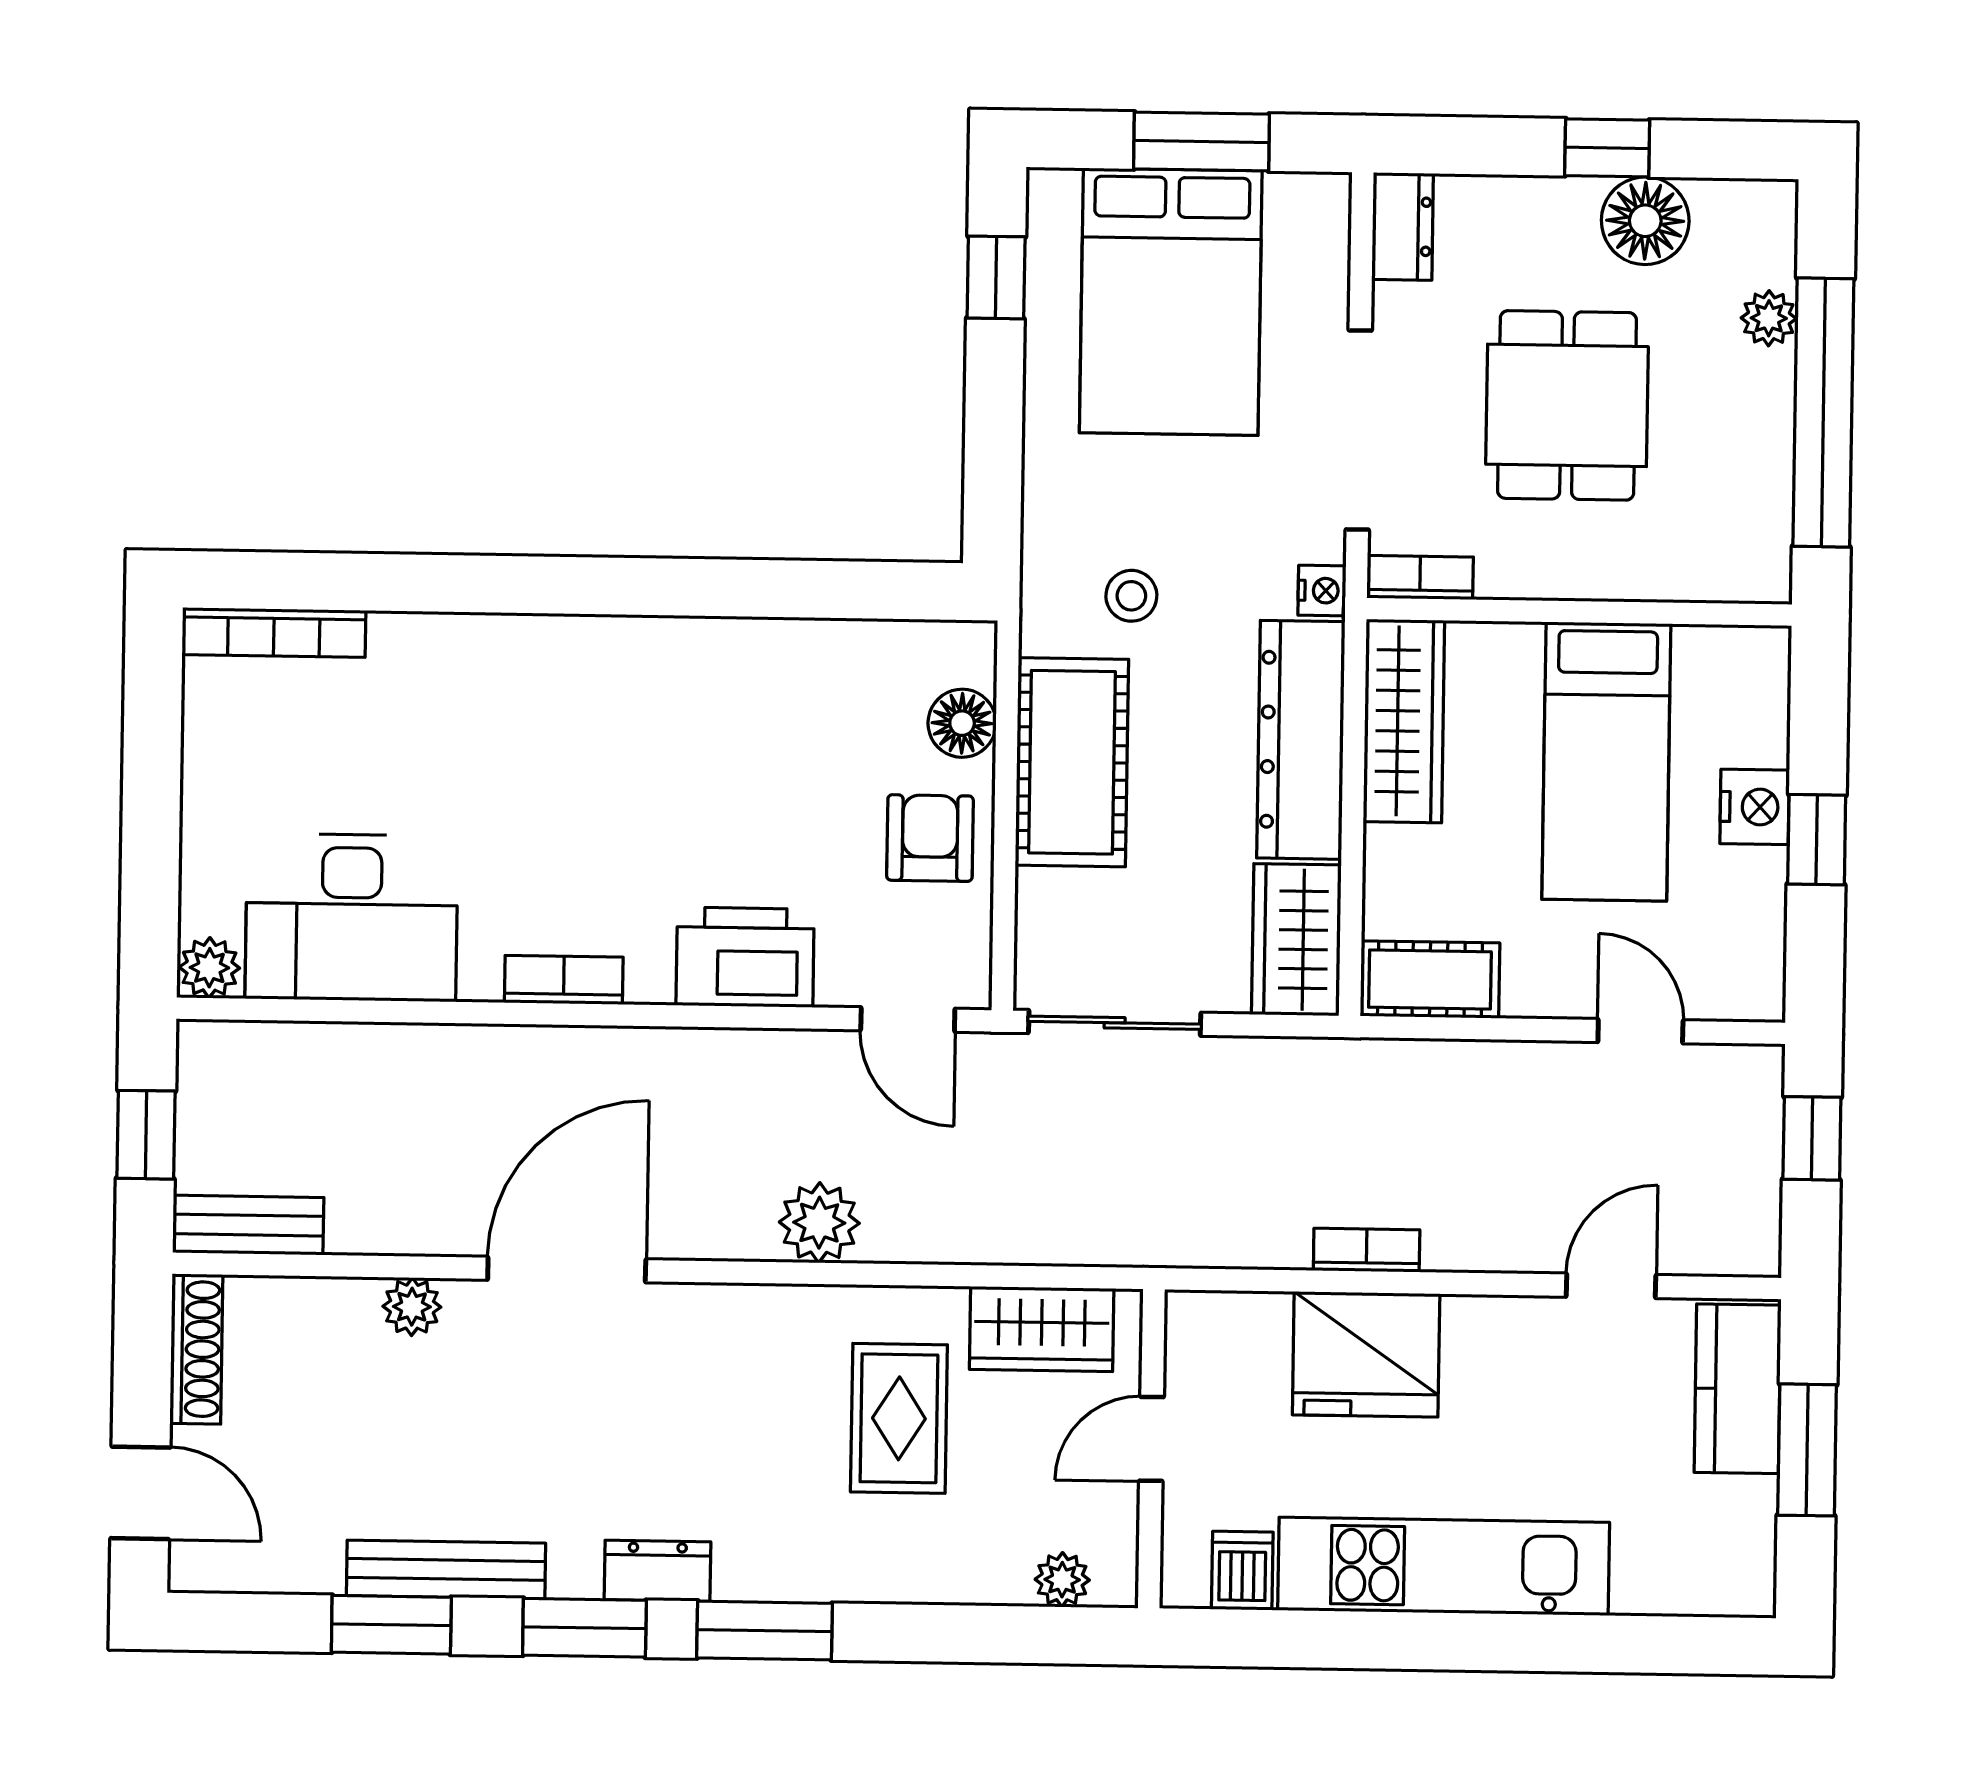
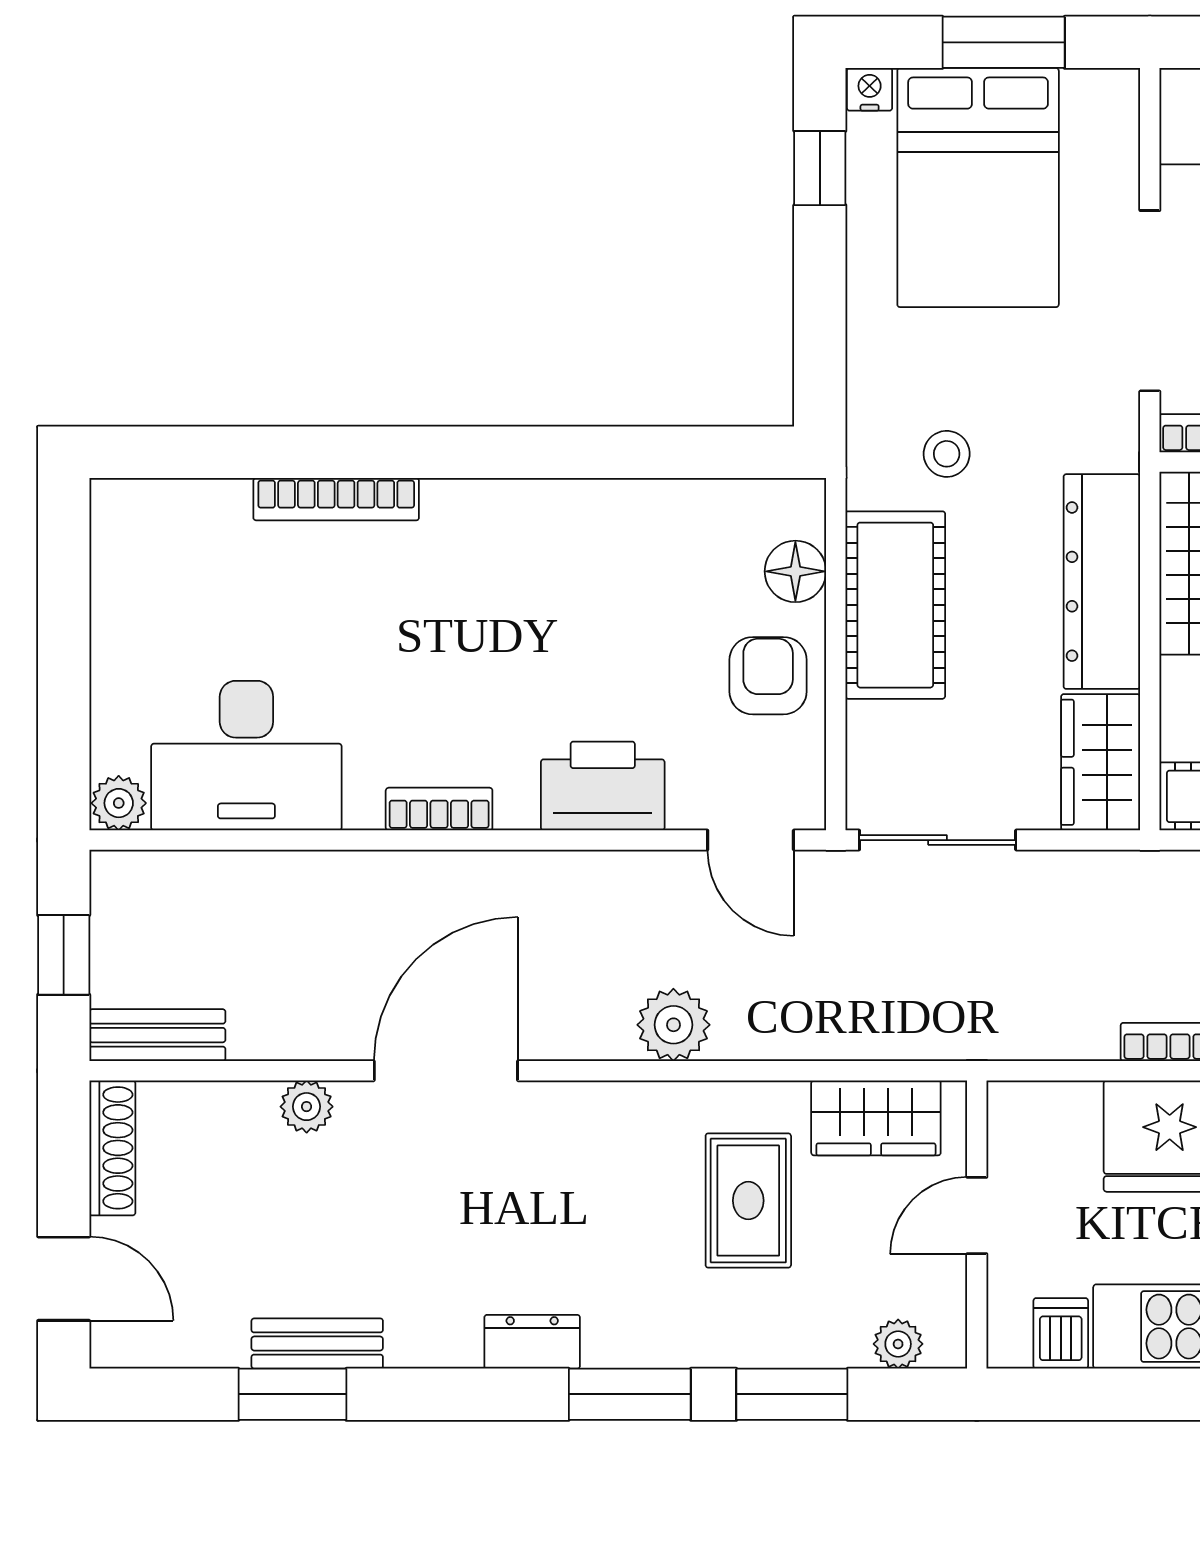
nightstand: (1322, 591) -> (870, 89), moved, turned -90
bookcase: (274, 632) -> (336, 499), moved
bench: (446, 1569) -> (317, 1344), width x0.73
window: (584, 1628) -> (792, 1394), moved

